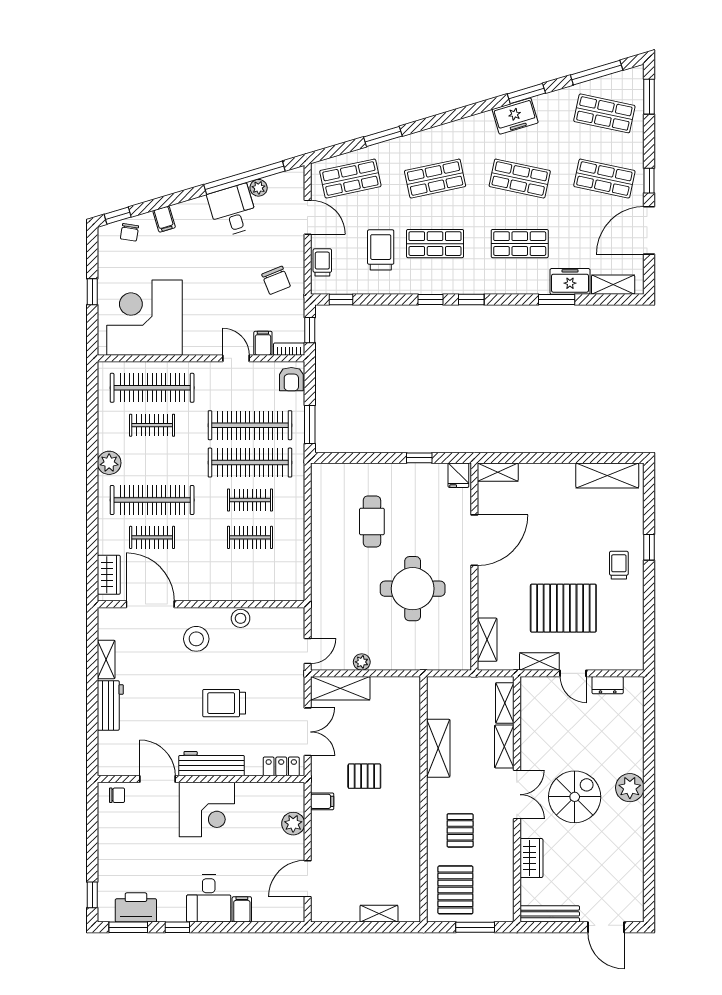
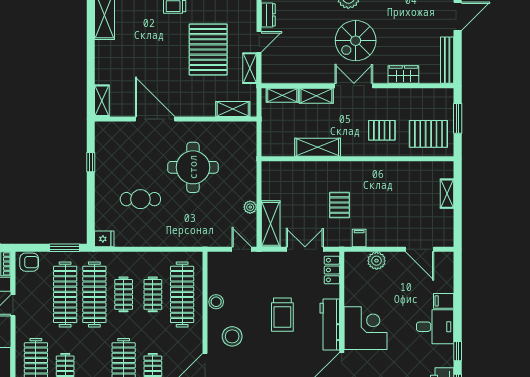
fridge: (458, 475) -> (104, 239), moved
clothes rail: (250, 575) -> (182, 294), added
spiral stairs: (575, 797) -> (356, 41), turned -90

